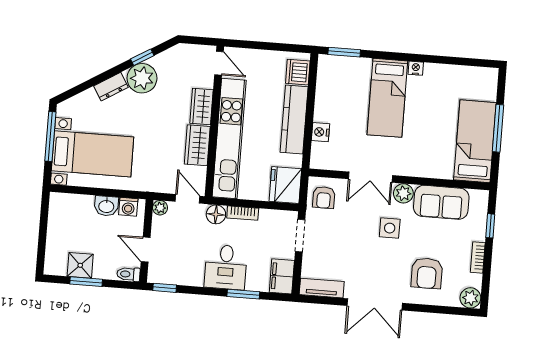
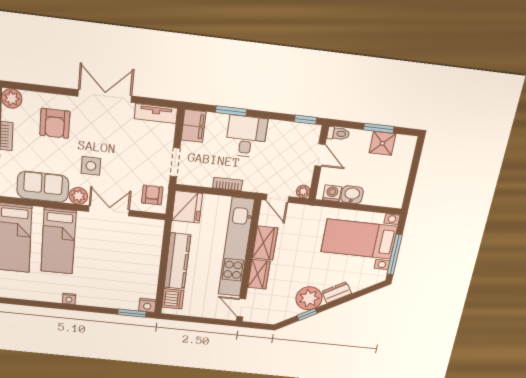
bed: (387, 98) -> (58, 241), moved, turned 180
nightstand: (320, 132) -> (147, 305), moved, turned 90
floor lamp: (216, 214) -> (252, 184), removed
armchair: (427, 273) -> (55, 123), turned 180

